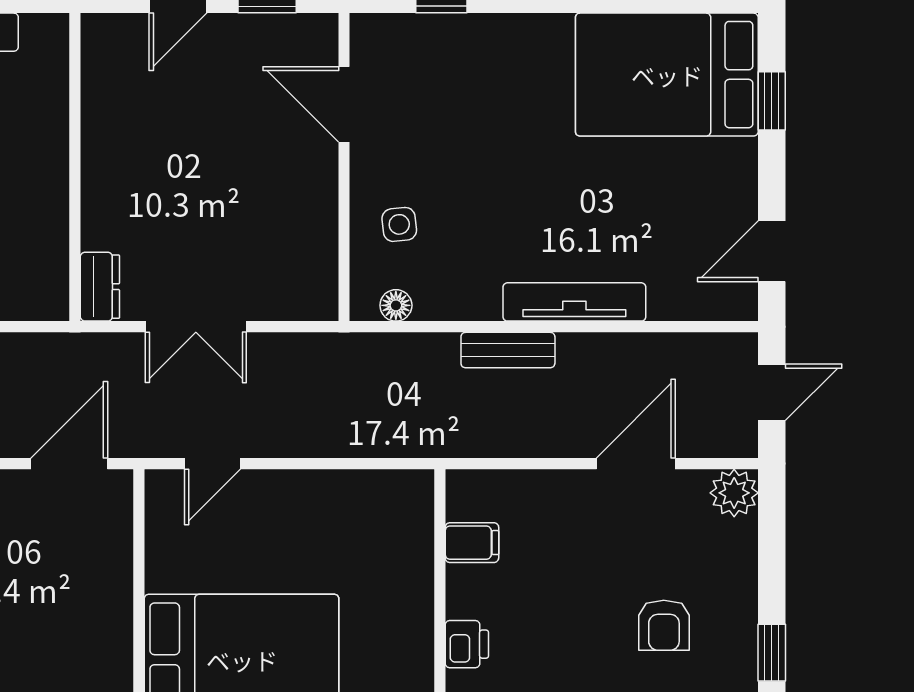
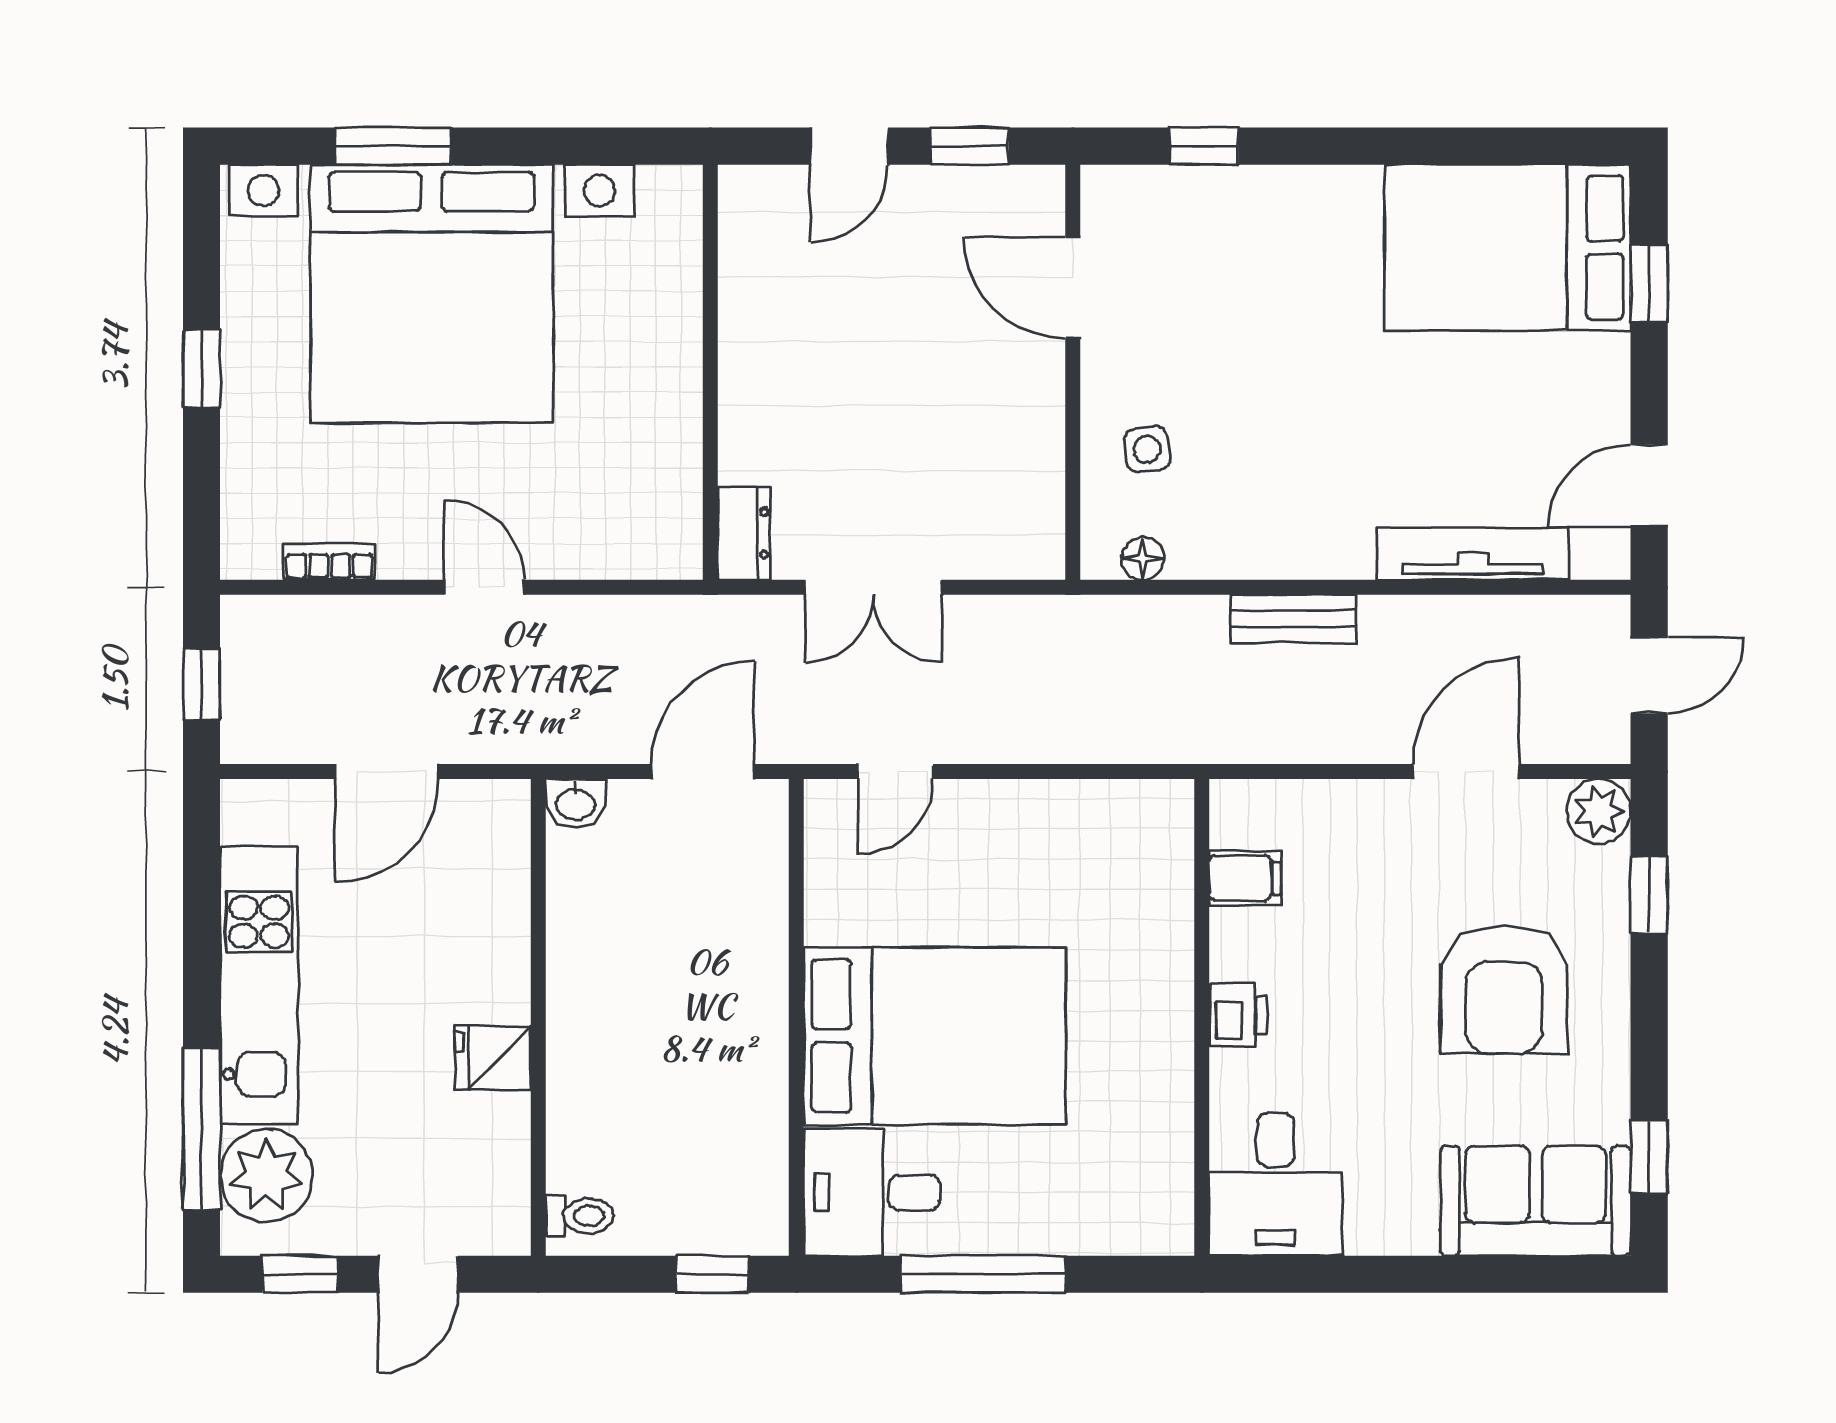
tv unit: (574, 302) -> (1473, 554), moved
armchair: (664, 625) -> (1504, 989), width x1.88, depth x1.88
window: (772, 653) -> (1649, 895), moved

